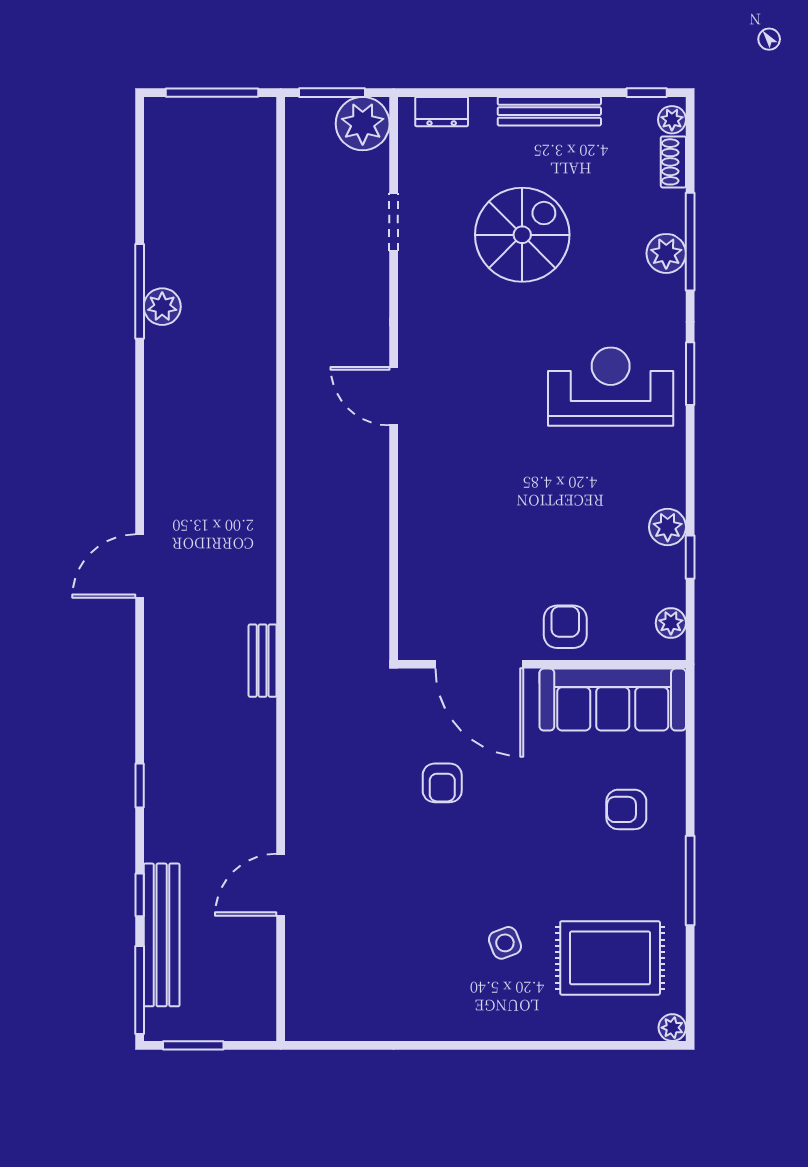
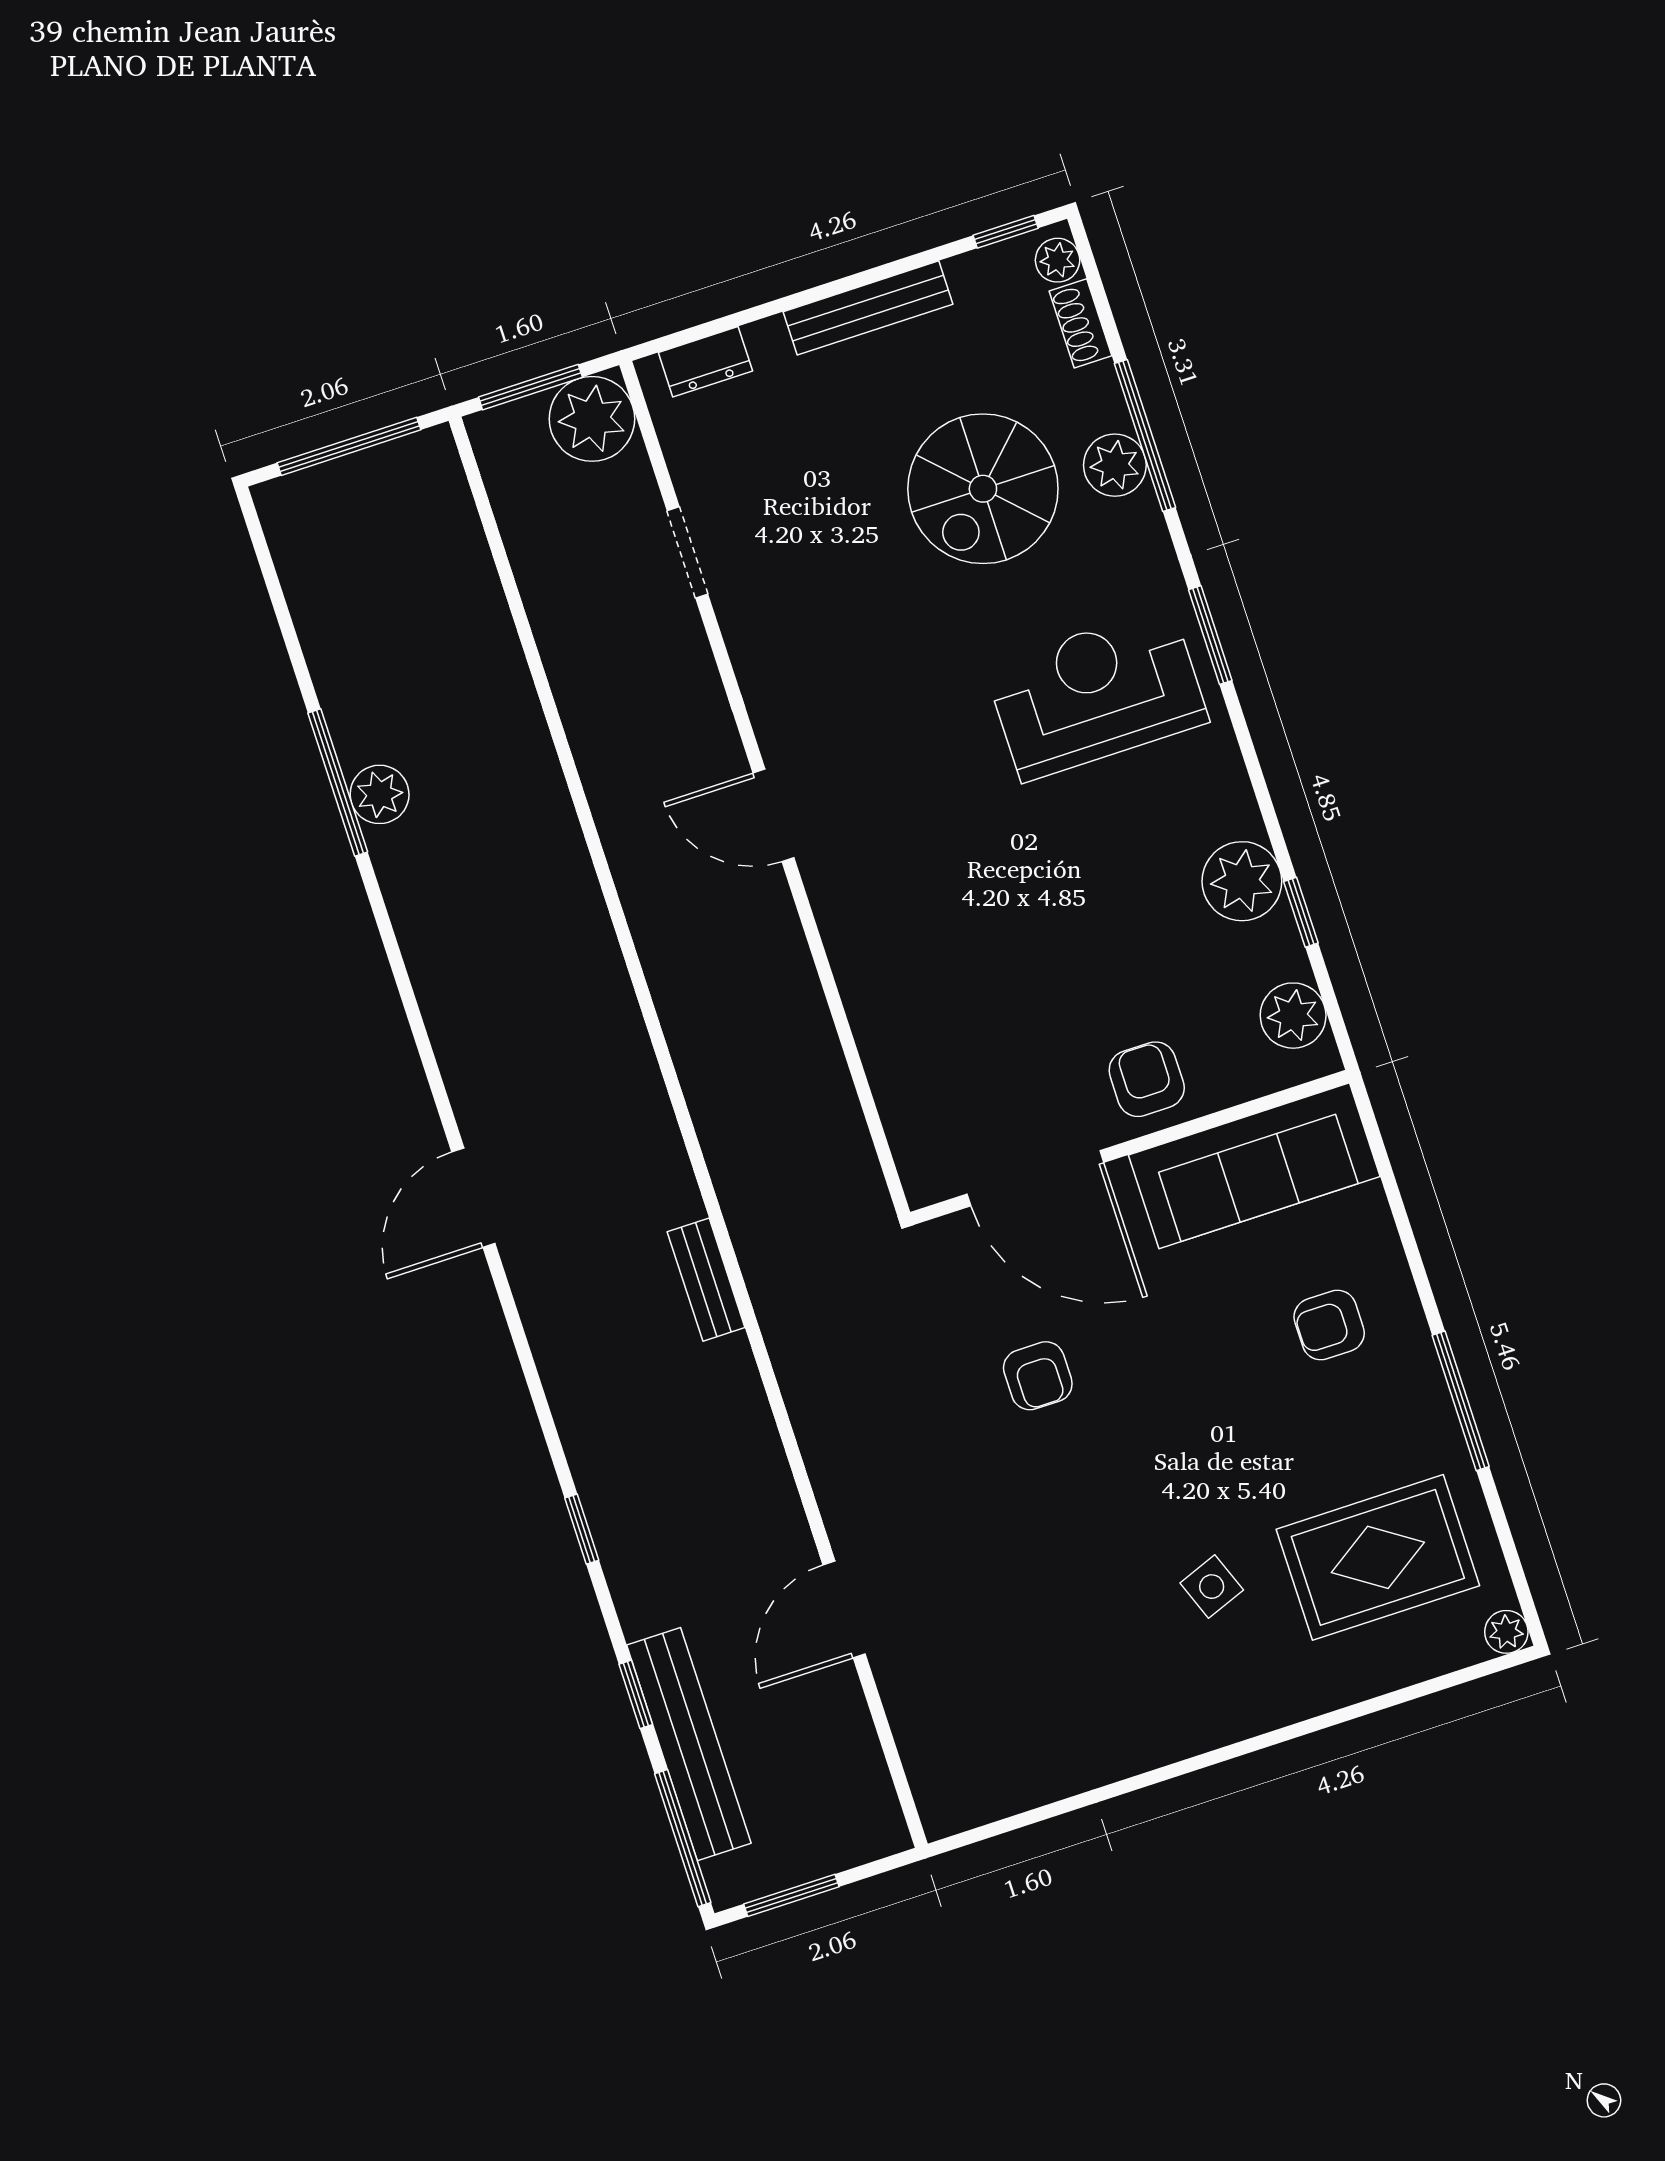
spiral stairs: (522, 235) -> (983, 489), moved, turned 180
plant: (668, 527) -> (1242, 881), width x1.36, depth x1.36
plant: (671, 623) -> (1293, 1016), width x1.38, depth x1.38

